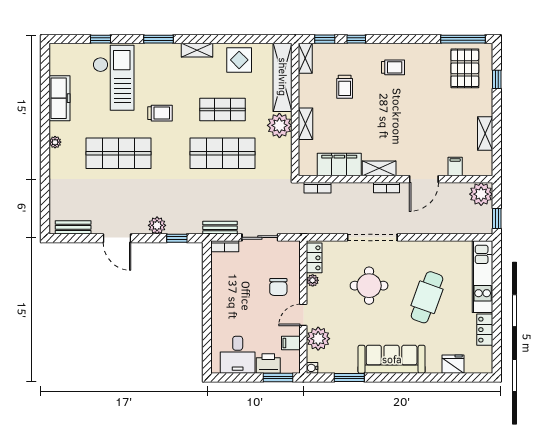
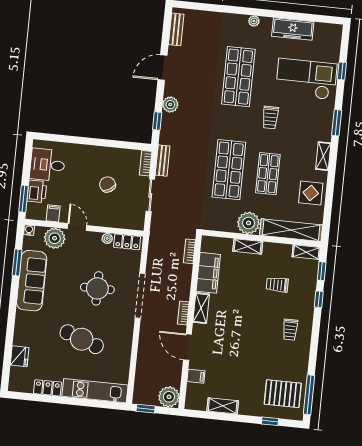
checkout: (114, 78) -> (306, 79), turned 180
chair: (278, 287) -> (108, 184), moved, turned 58
sofa: (392, 359) -> (32, 281), moved

